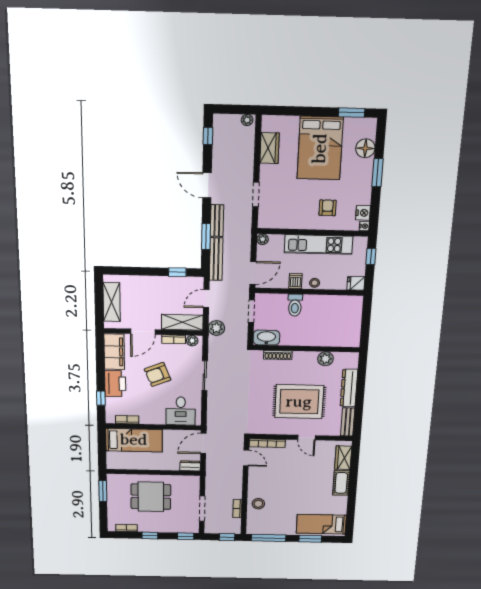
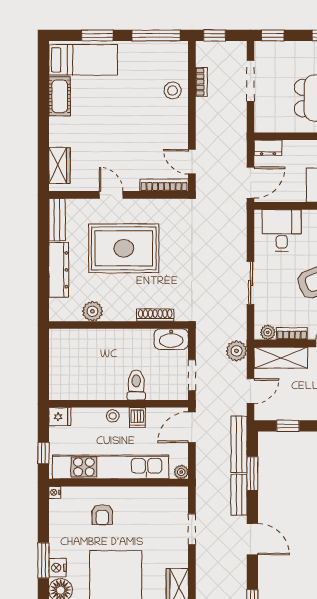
nightstand: (363, 213) -> (58, 568), moved
kitchen unit: (319, 245) -> (111, 467), width x1.36
cot: (341, 483) -> (60, 96), moved

